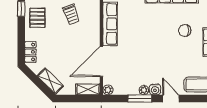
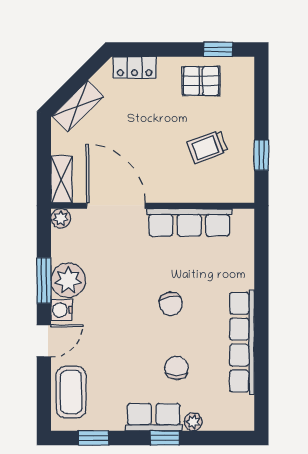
chair: (152, 33) -> (171, 304), added
plant: (144, 90) -> (68, 280), width x1.88, depth x1.88

